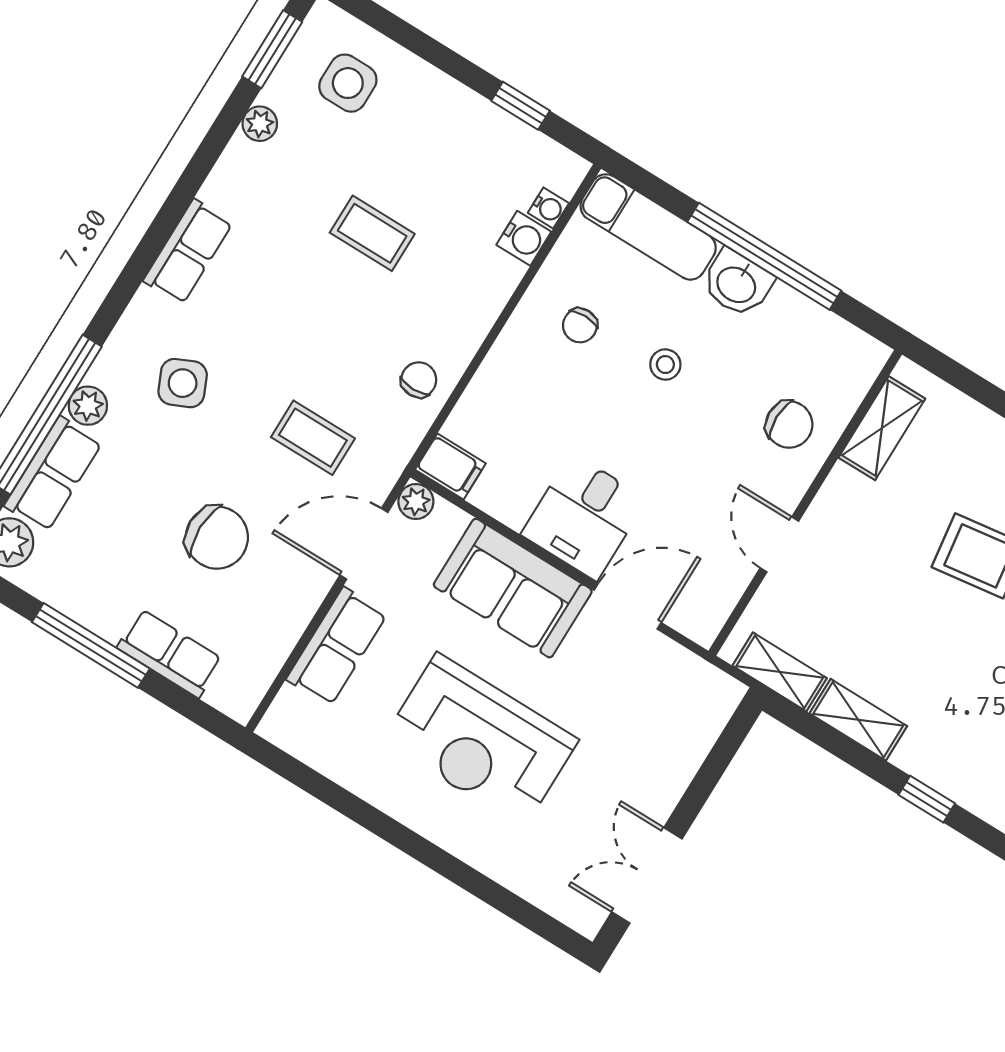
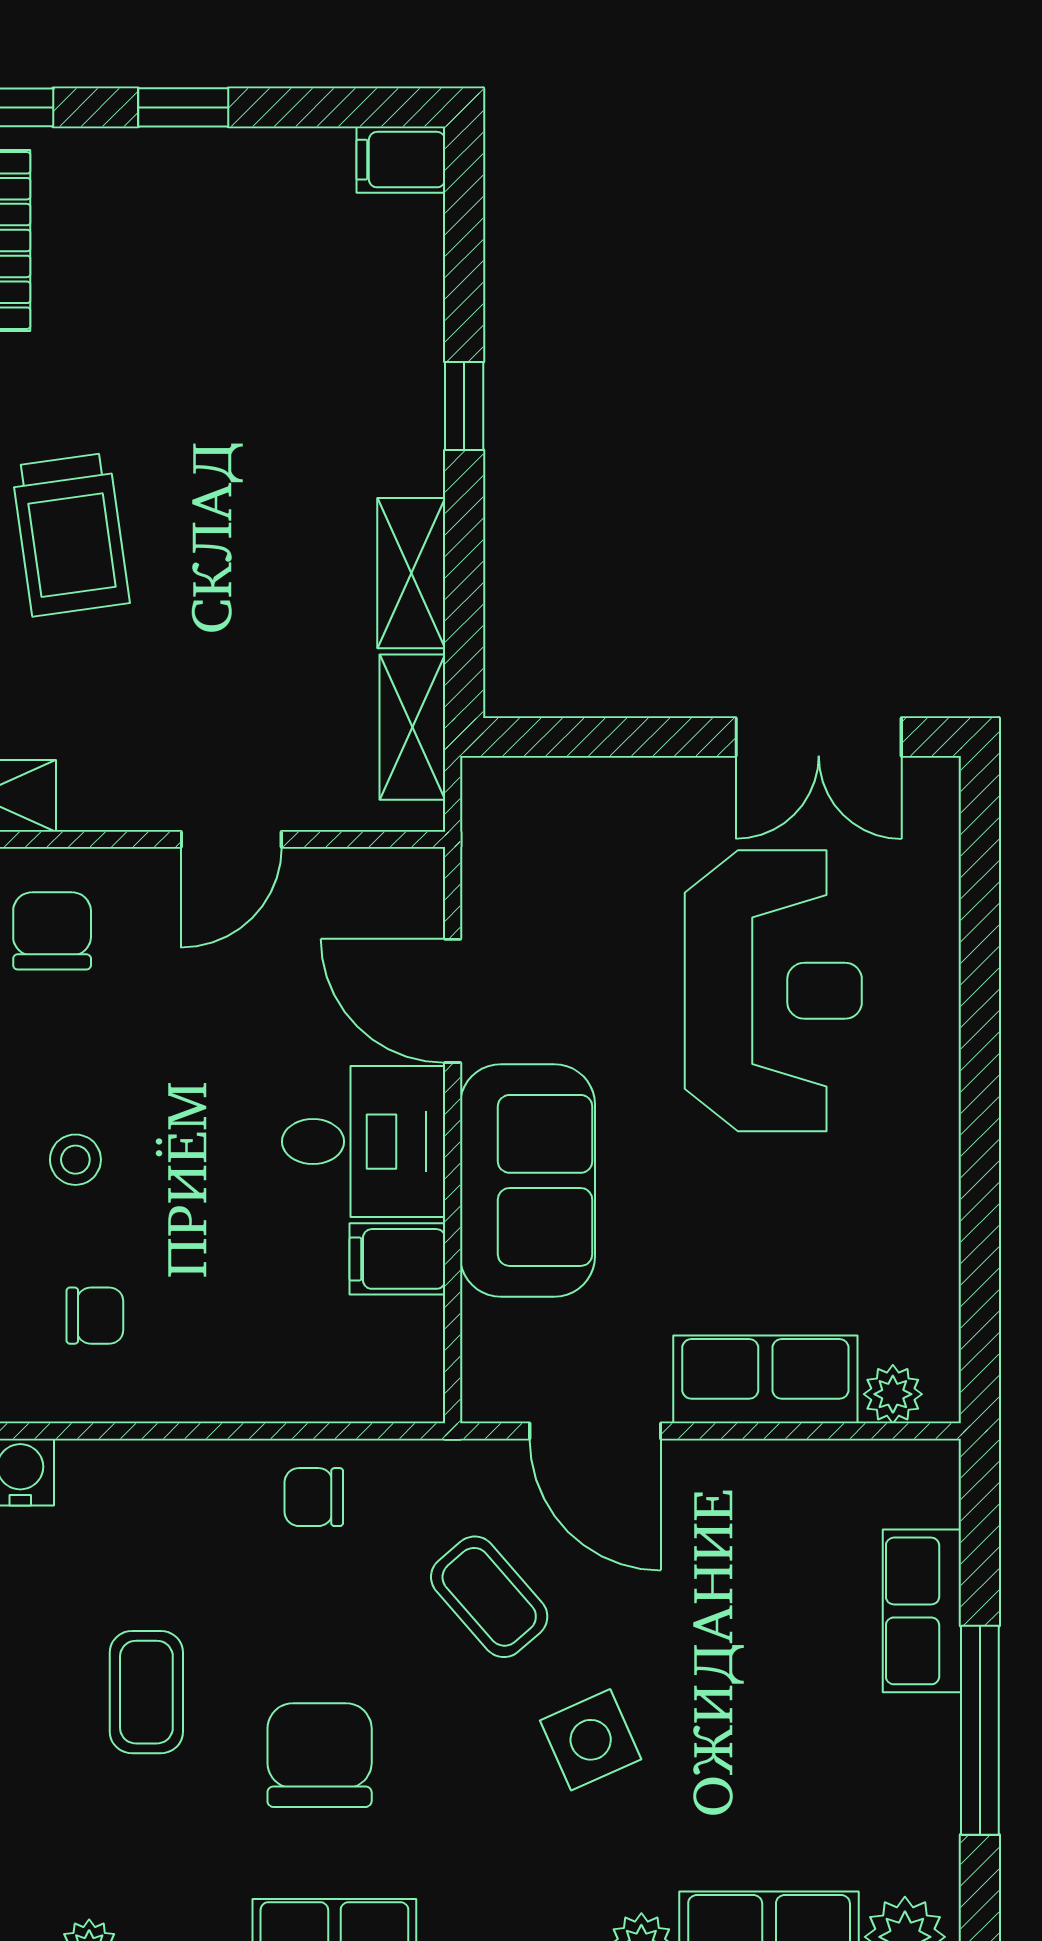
side table: (183, 383) -> (591, 1740), moved
coffee table: (313, 438) -> (489, 1597), turned -41
filing cabinet: (450, 466) -> (397, 1259), moved, turned -90
plant: (416, 502) -> (893, 1394), moved
chair: (217, 538) -> (320, 1755), moved
reception desk: (480, 740) -> (773, 991), moved

